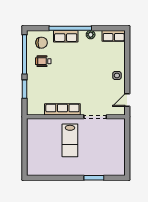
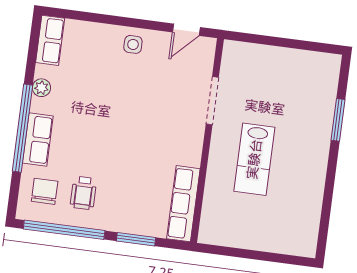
door: (127, 100) -> (186, 30), hinge flipped
row of seats: (62, 109) -> (183, 204), moved
lab bench: (70, 140) -> (254, 159), turned 90

